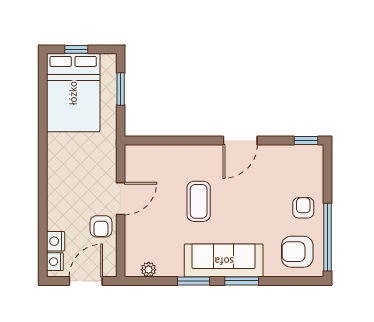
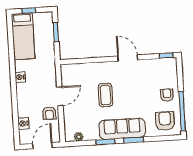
bed: (73, 93) -> (23, 36), width x0.67
door: (240, 140) -> (128, 58), swing flipped
armchair: (297, 252) -> (165, 121), turned 90
nightstand: (55, 262) -> (20, 77), moved

